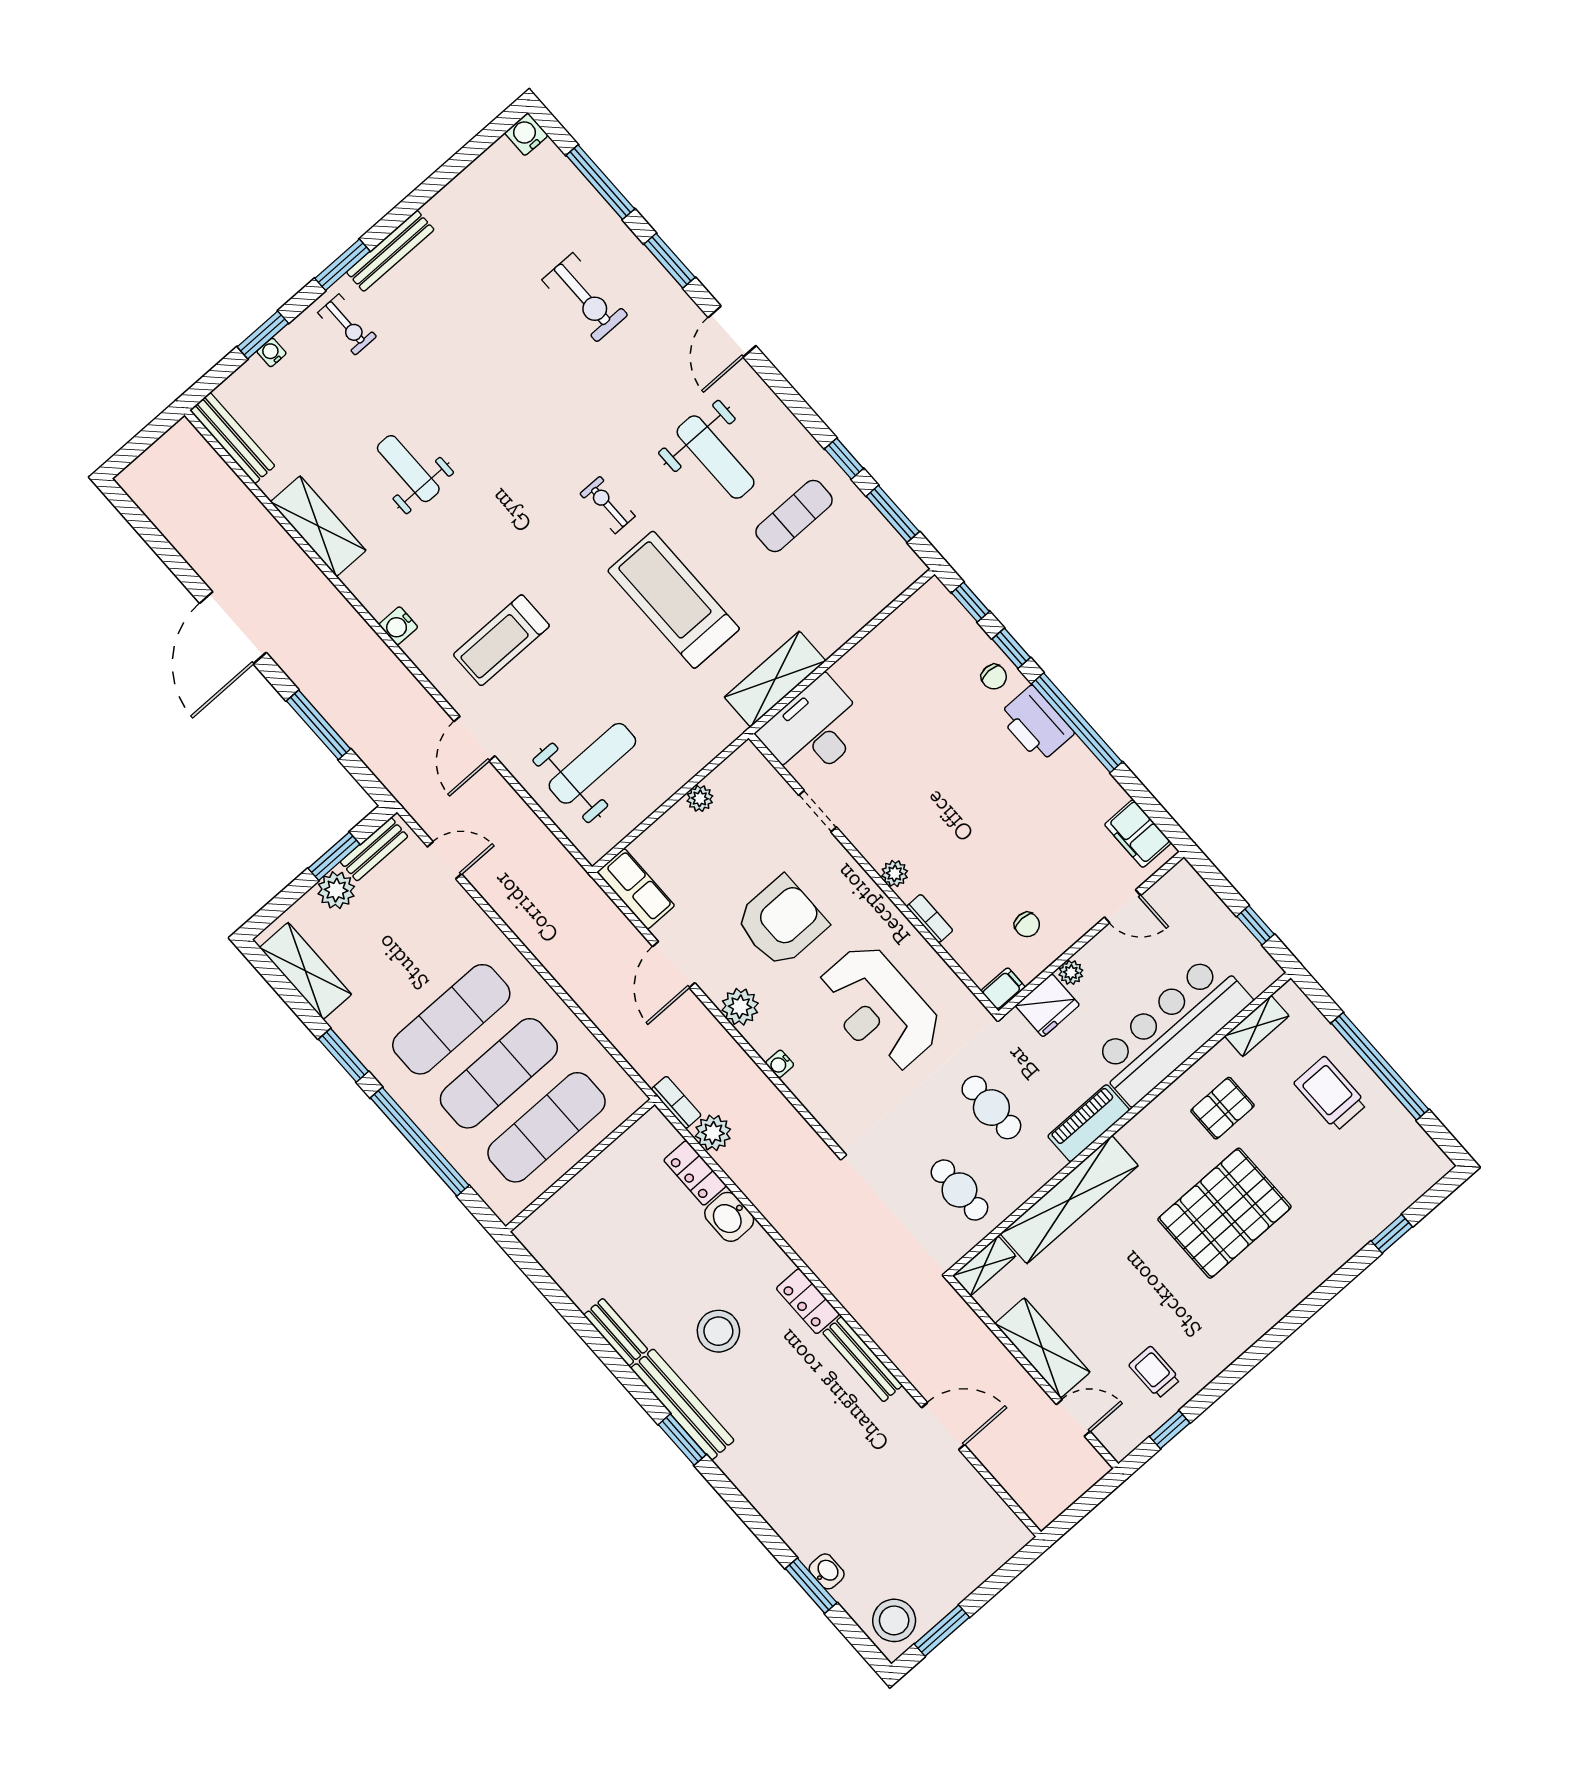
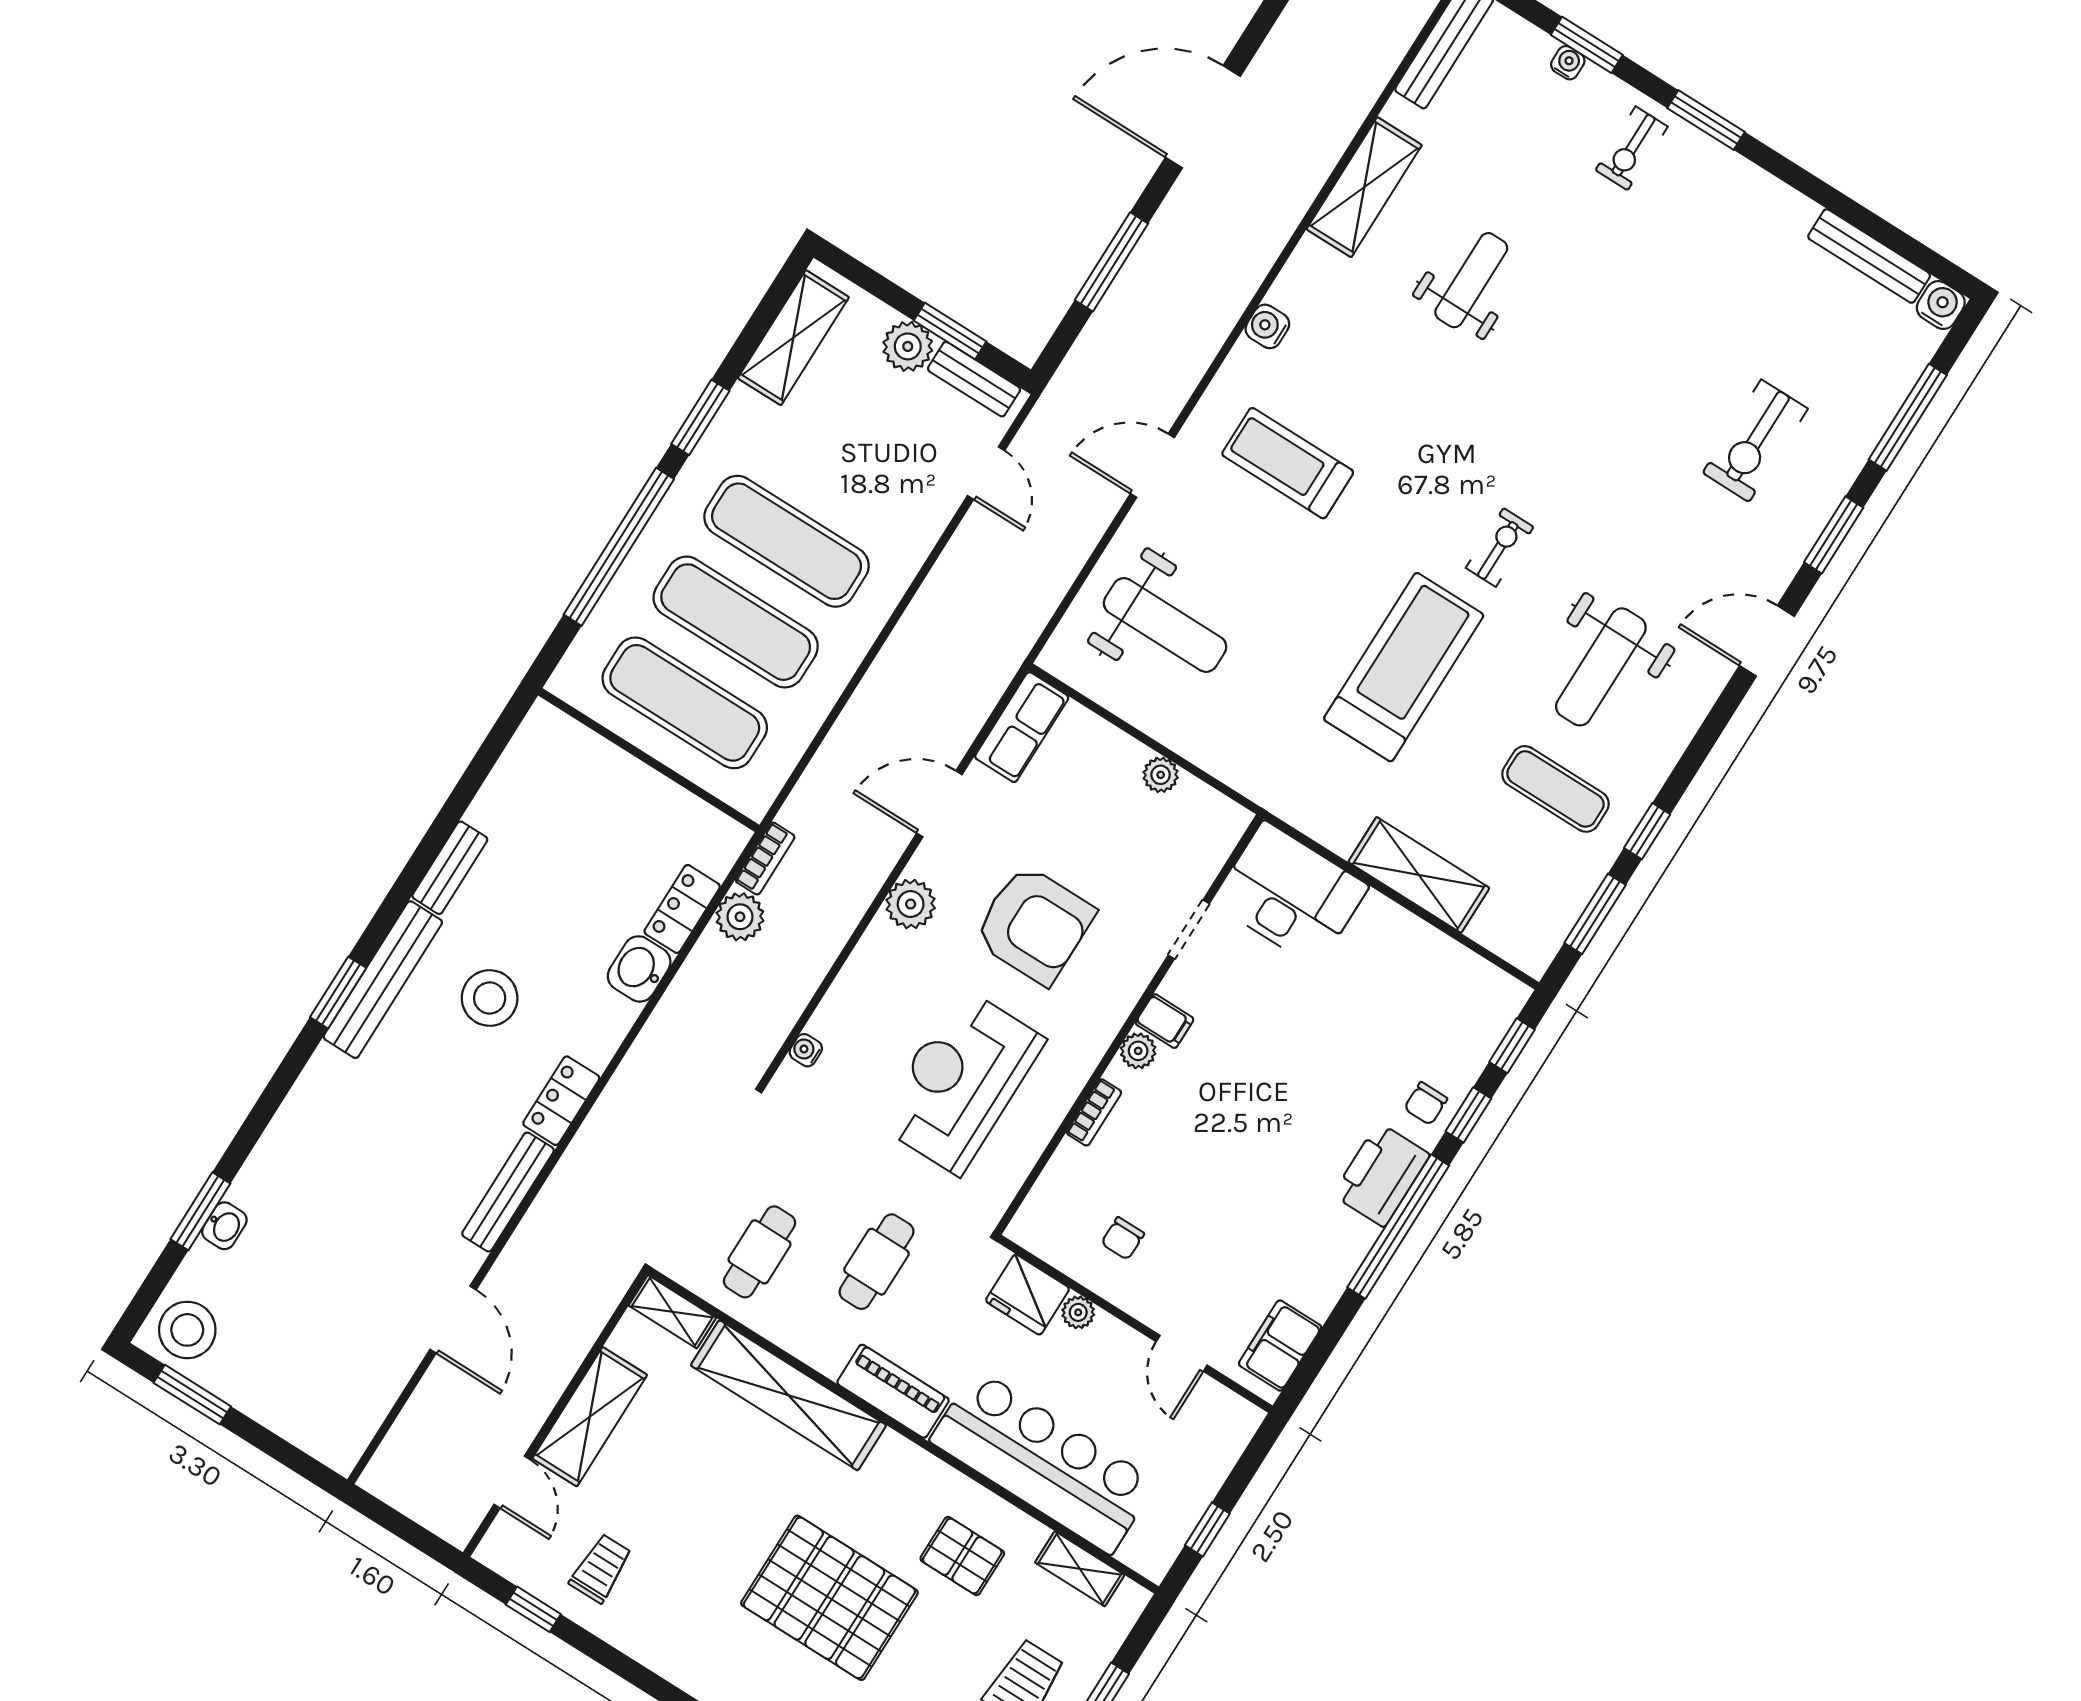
bench: (390, 251) -> (1869, 256), moved
shelving: (775, 679) -> (1419, 875), moved
filing cabinet: (1003, 989) -> (1165, 1021), moved
water cooler: (780, 1064) -> (806, 1050), moved

